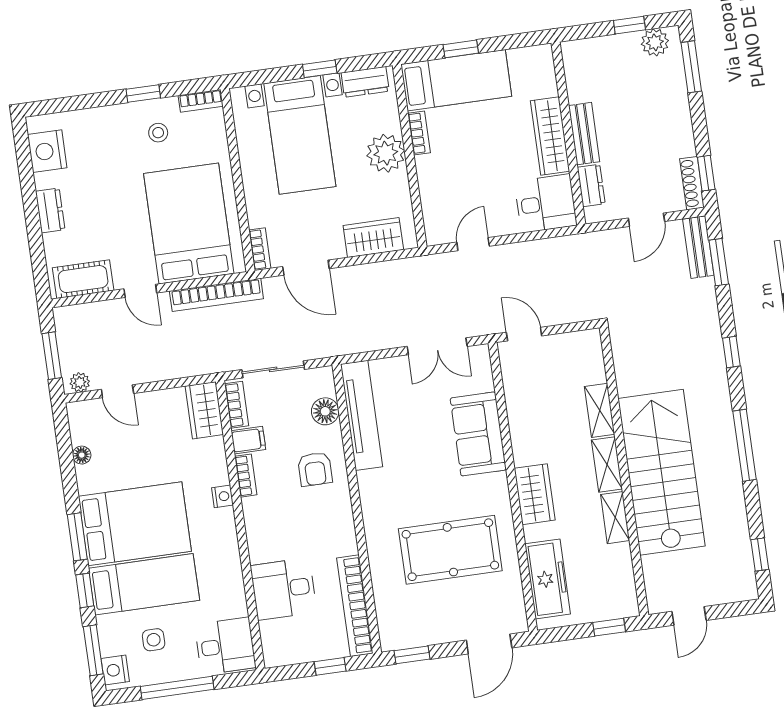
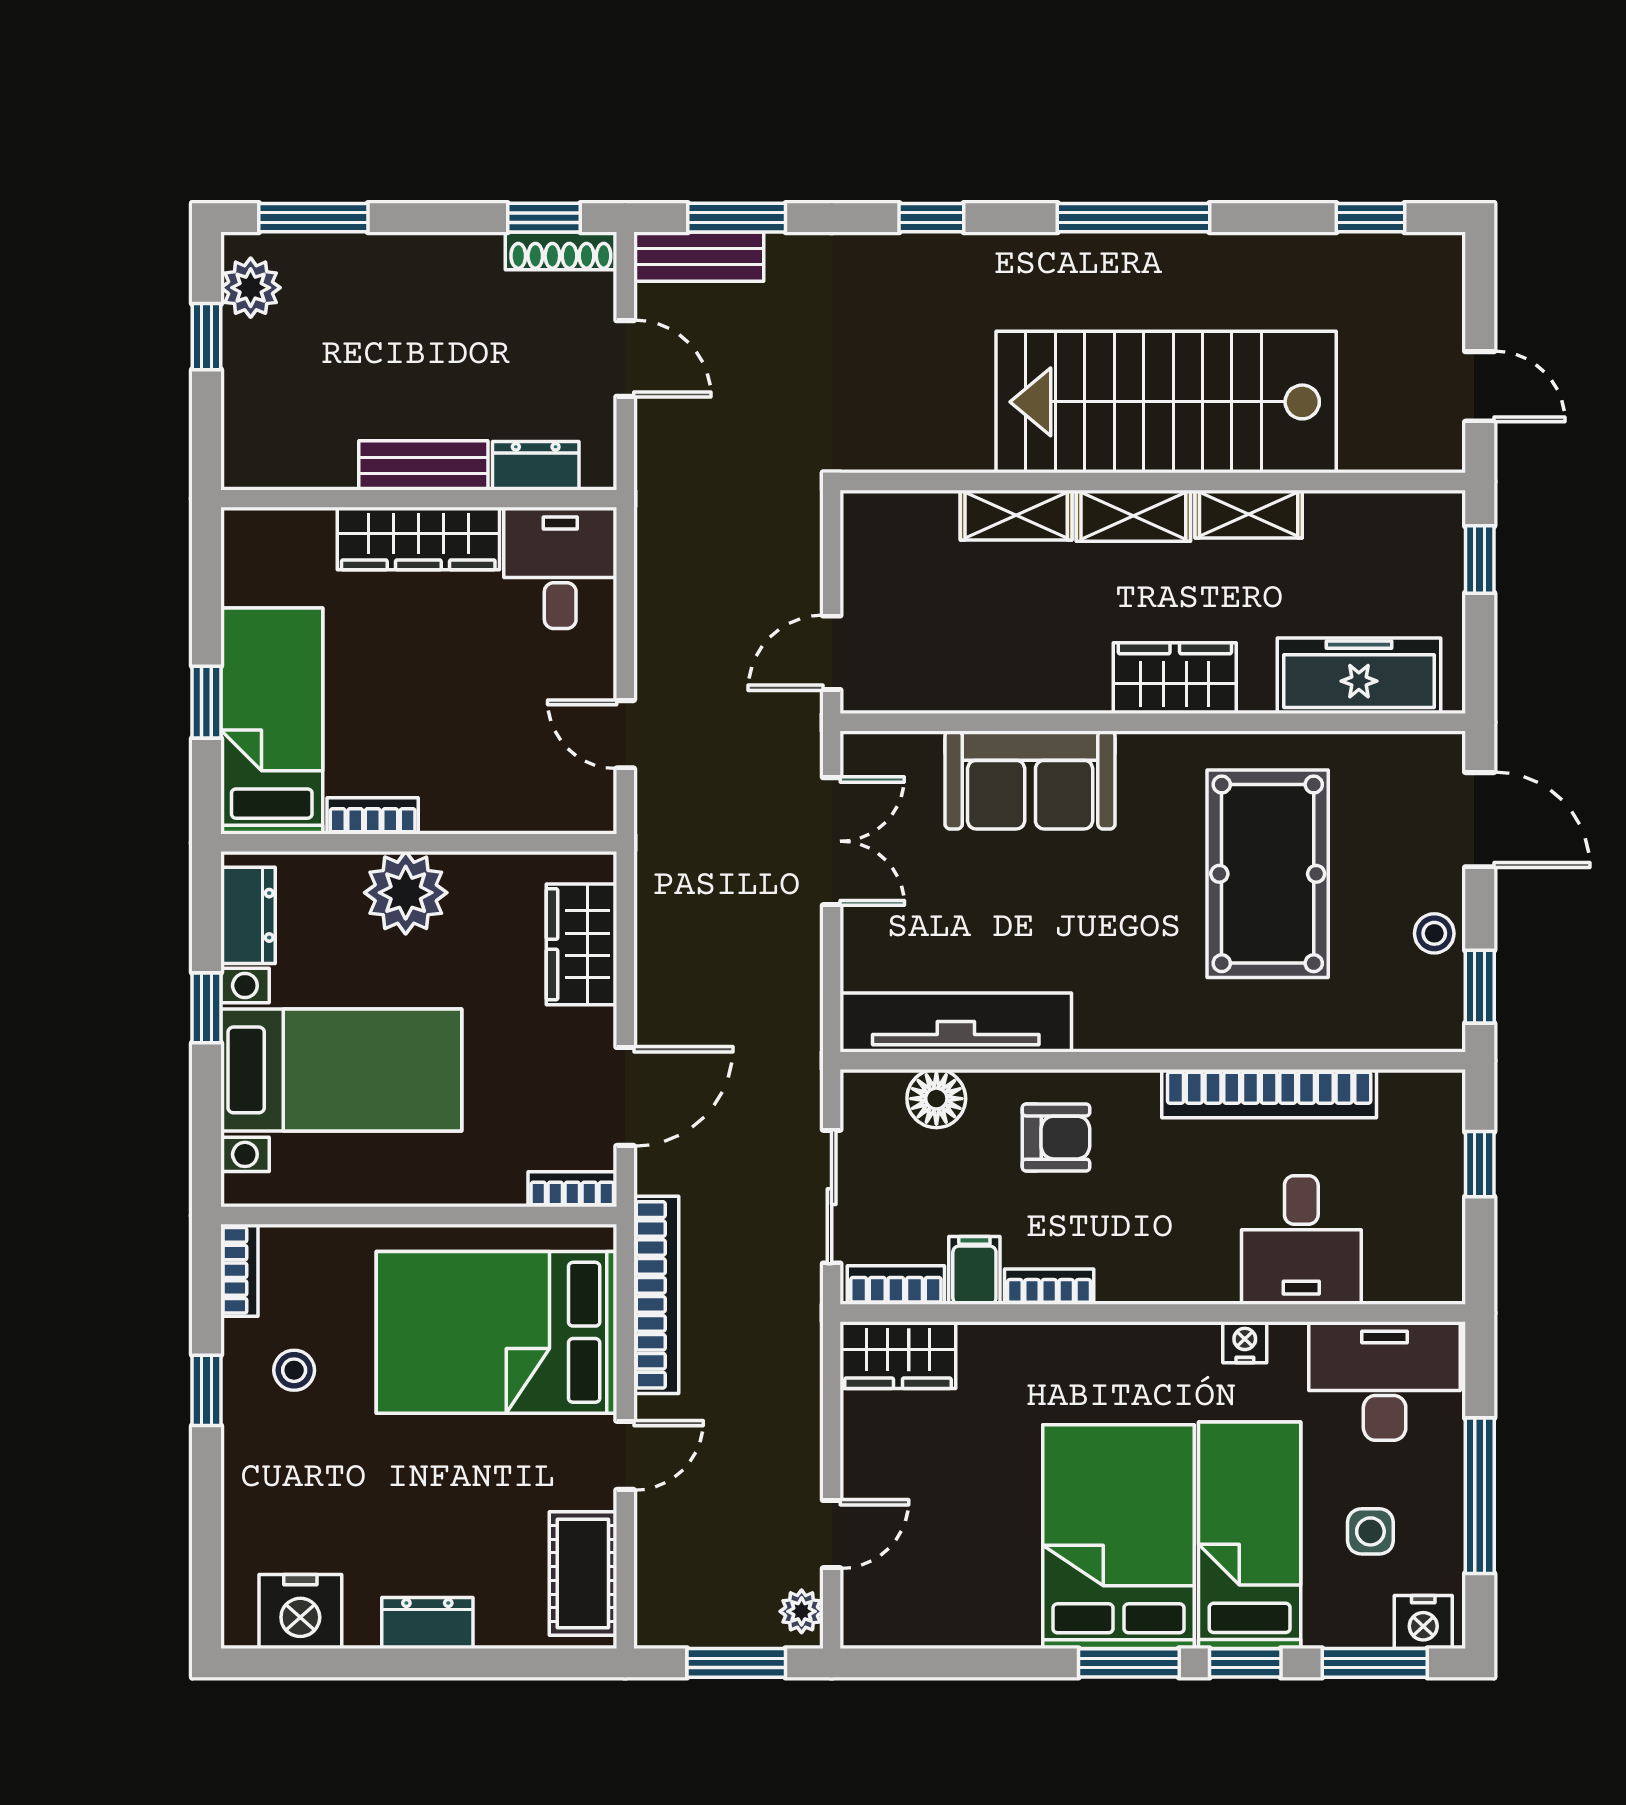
floor lamp: (82, 455) -> (956, 1629), removed
nightstand: (222, 496) -> (1245, 1342), moved
bookcase: (355, 606) -> (1269, 1094), moved
stool: (434, 630) -> (1434, 933), added
desk: (225, 646) -> (1385, 1381), width x1.37

